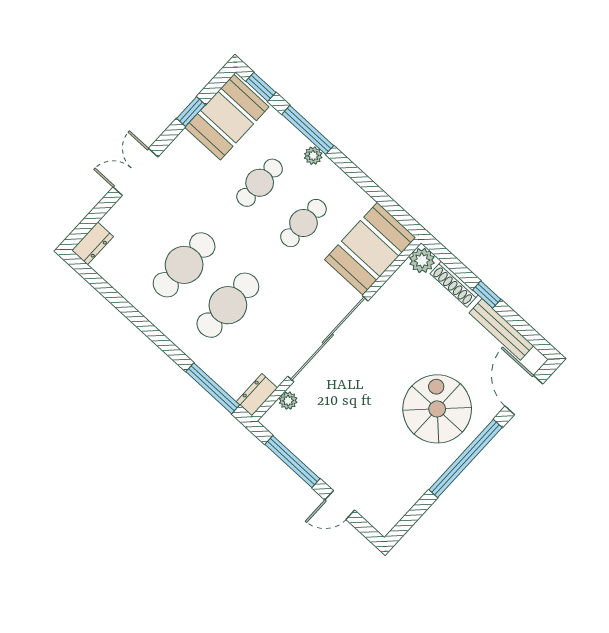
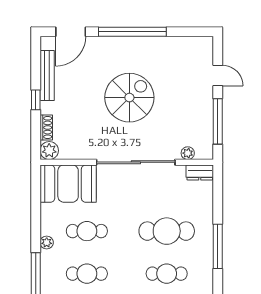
plant: (313, 156) -> (47, 243), moved
cafe table: (184, 265) -> (167, 274), width x0.73, depth x0.74
shoe rack: (454, 284) -> (46, 128), width x0.70
window: (213, 388) -> (218, 246), moved
spiral stairs: (437, 409) -> (129, 98), moved, turned 180

